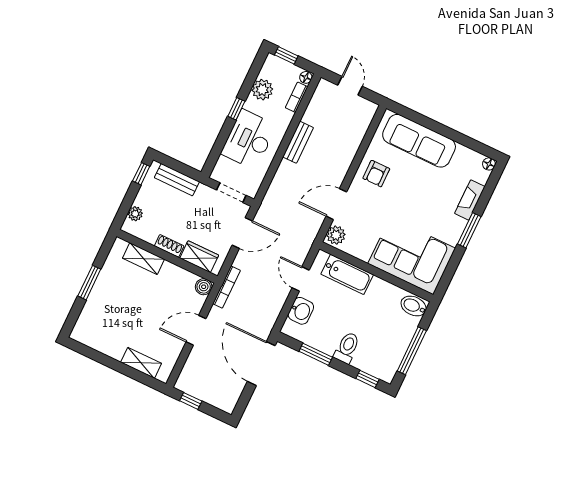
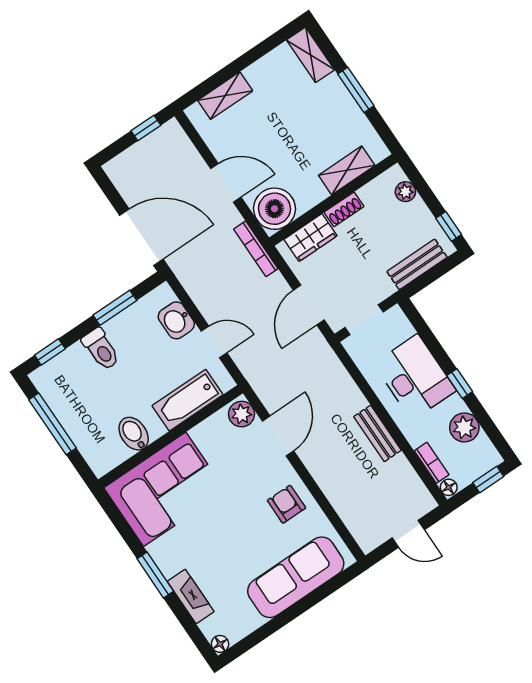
boiler: (204, 287) -> (274, 209), width x1.86, depth x1.86
bidet: (414, 306) -> (134, 434), moved, turned -90
shelving: (84, 324) -> (310, 55), added
door: (196, 330) -> (226, 183), hinge flipped

